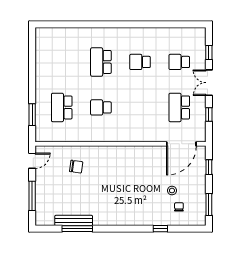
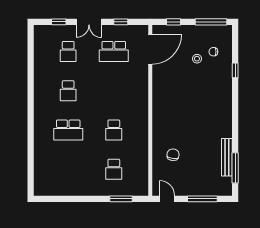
school desk: (62, 107) -> (114, 169), width x0.54
door: (181, 144) -> (150, 49), hinge flipped
window: (209, 204) -> (211, 22), width x1.44
window: (77, 229) -> (235, 168), moved

